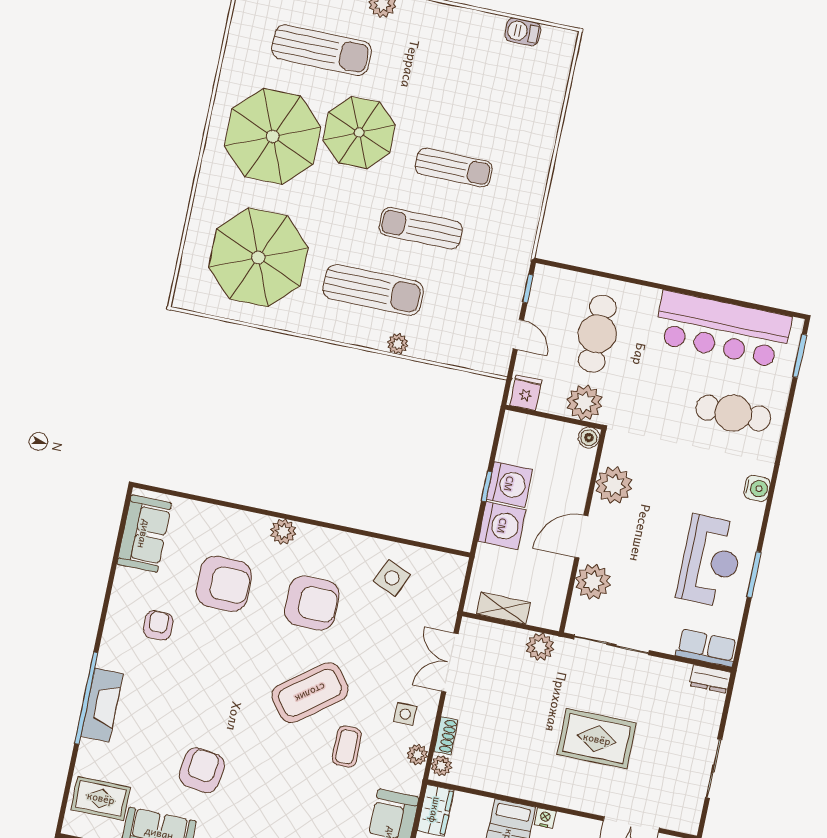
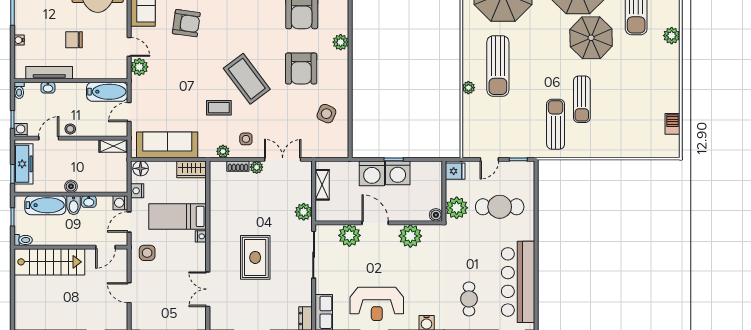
sun lounger: (421, 228) -> (556, 124), moved
cafe table: (733, 413) -> (469, 299), width x0.73, depth x0.74
plant: (441, 766) -> (257, 167), moved

